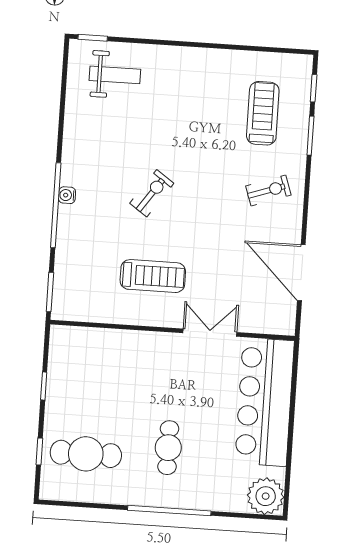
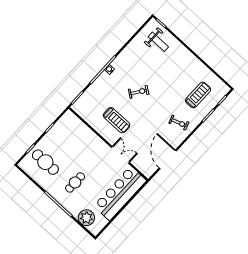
plant: (266, 496) -> (86, 218), moved

